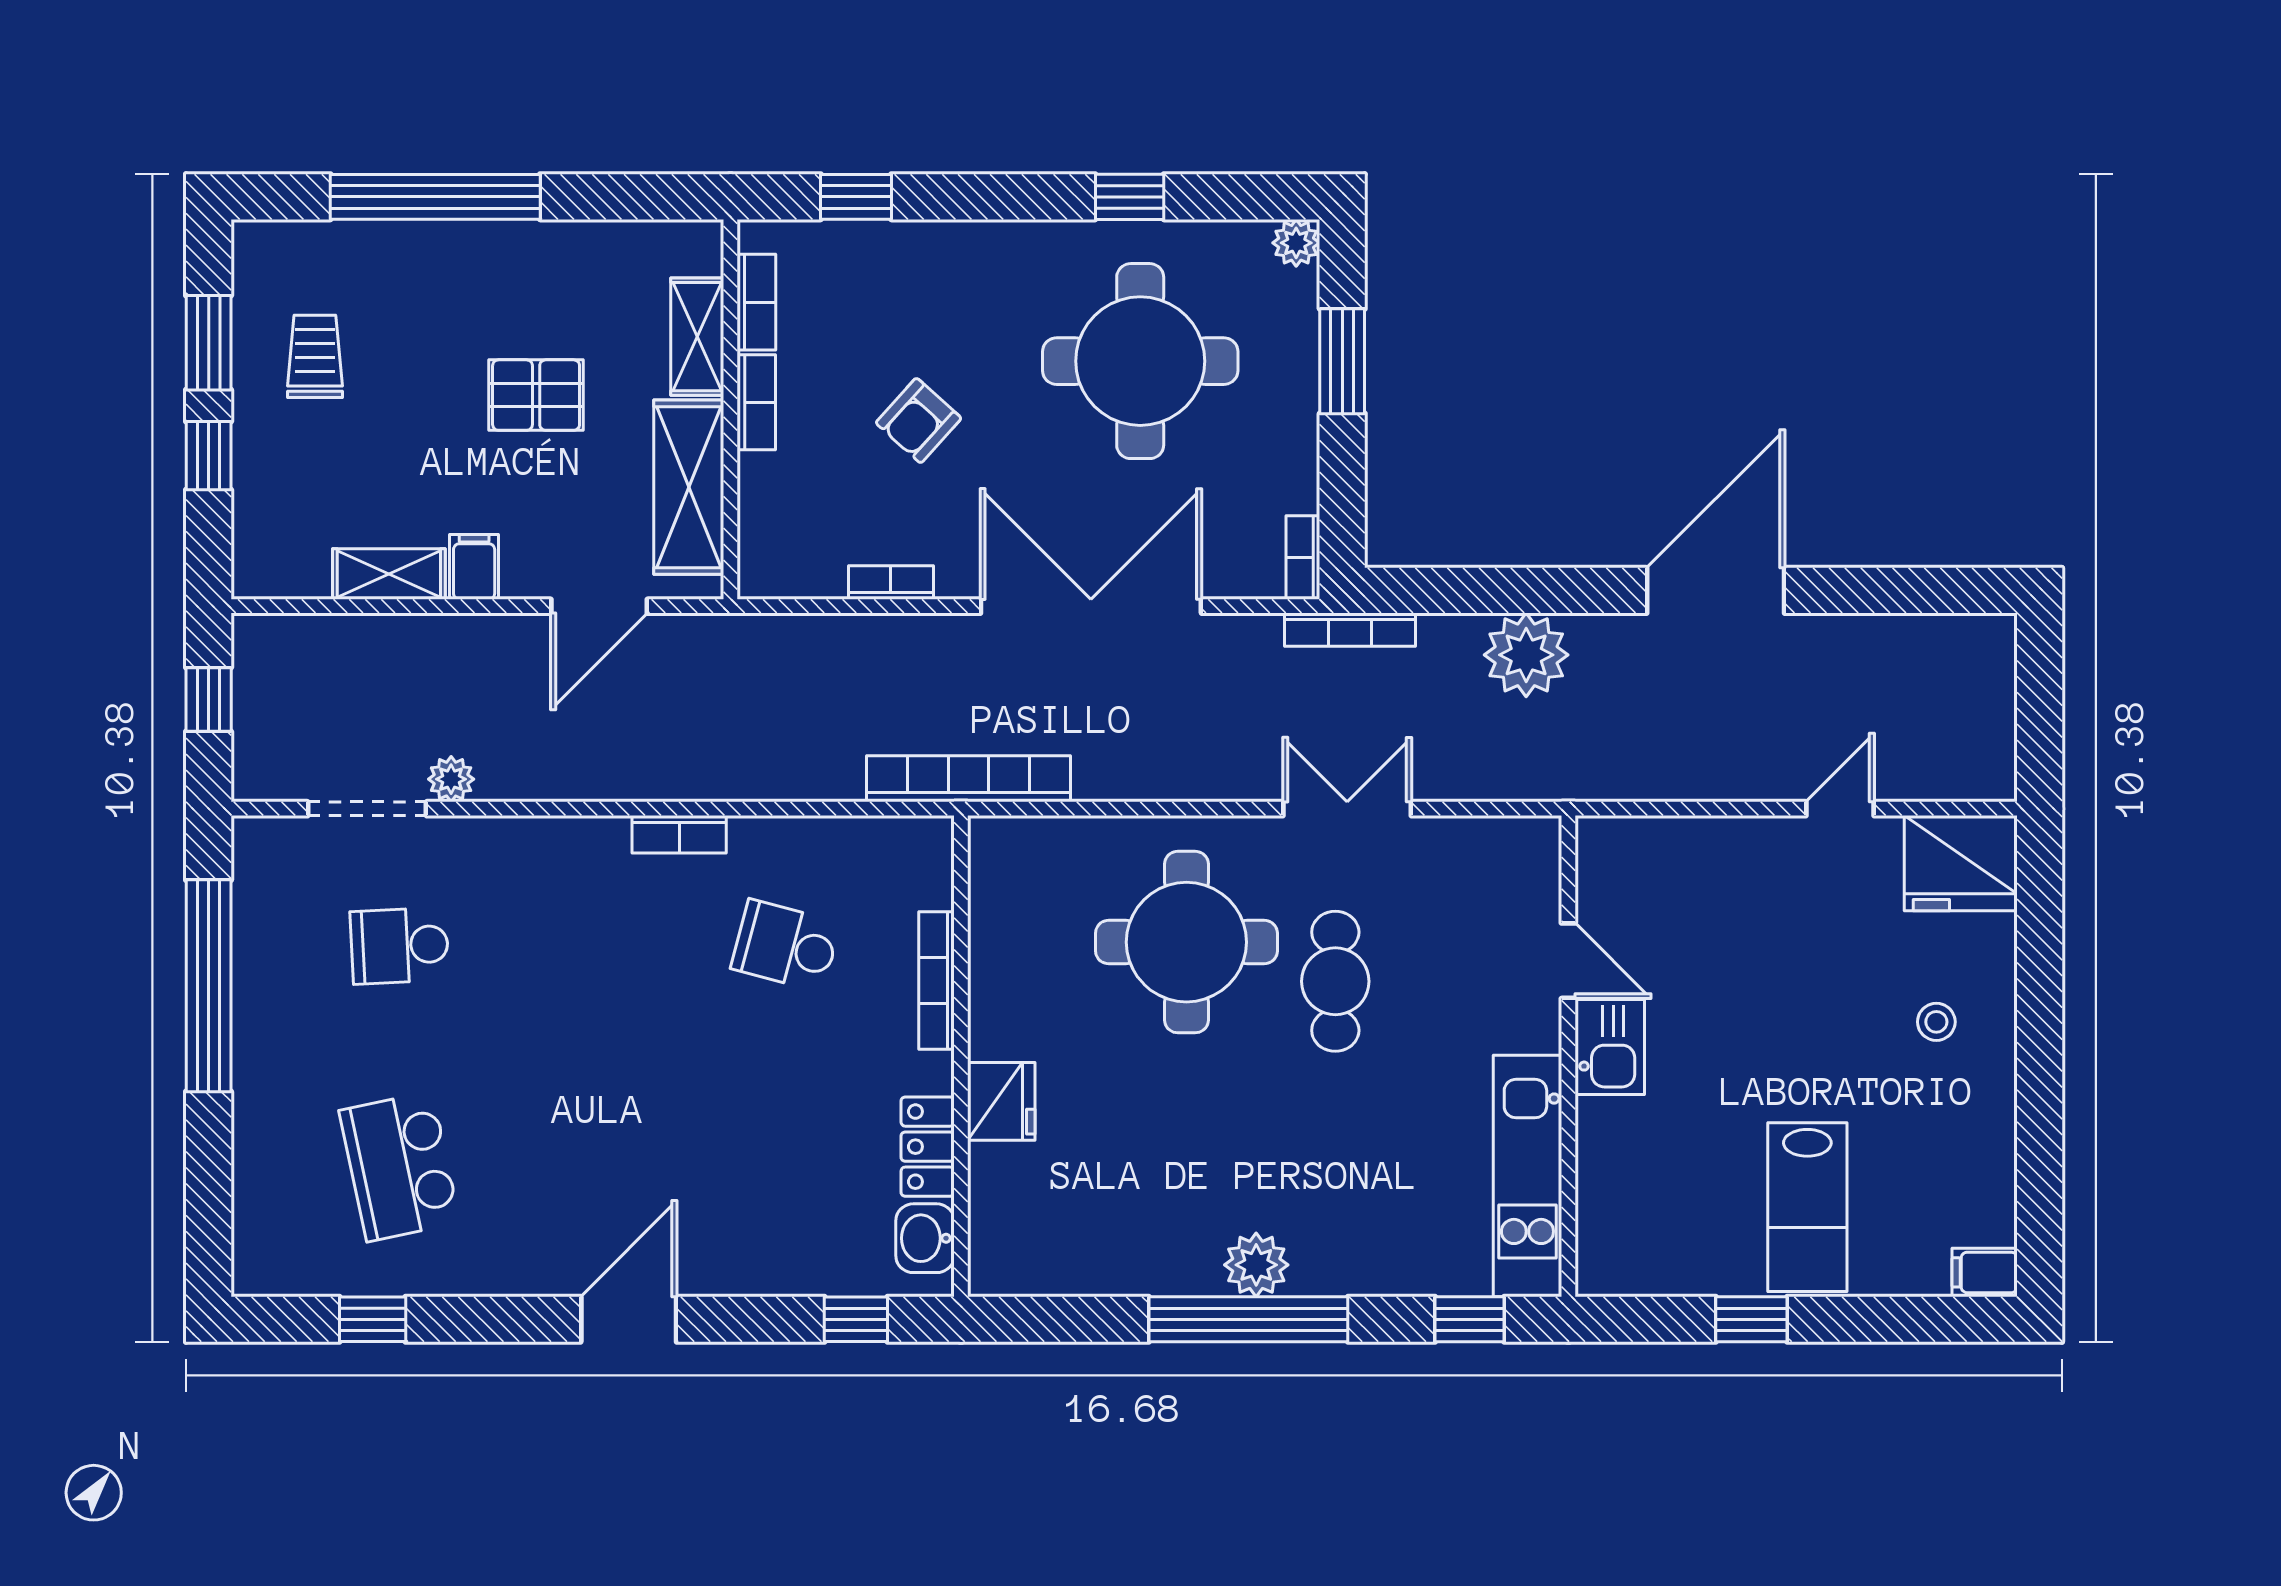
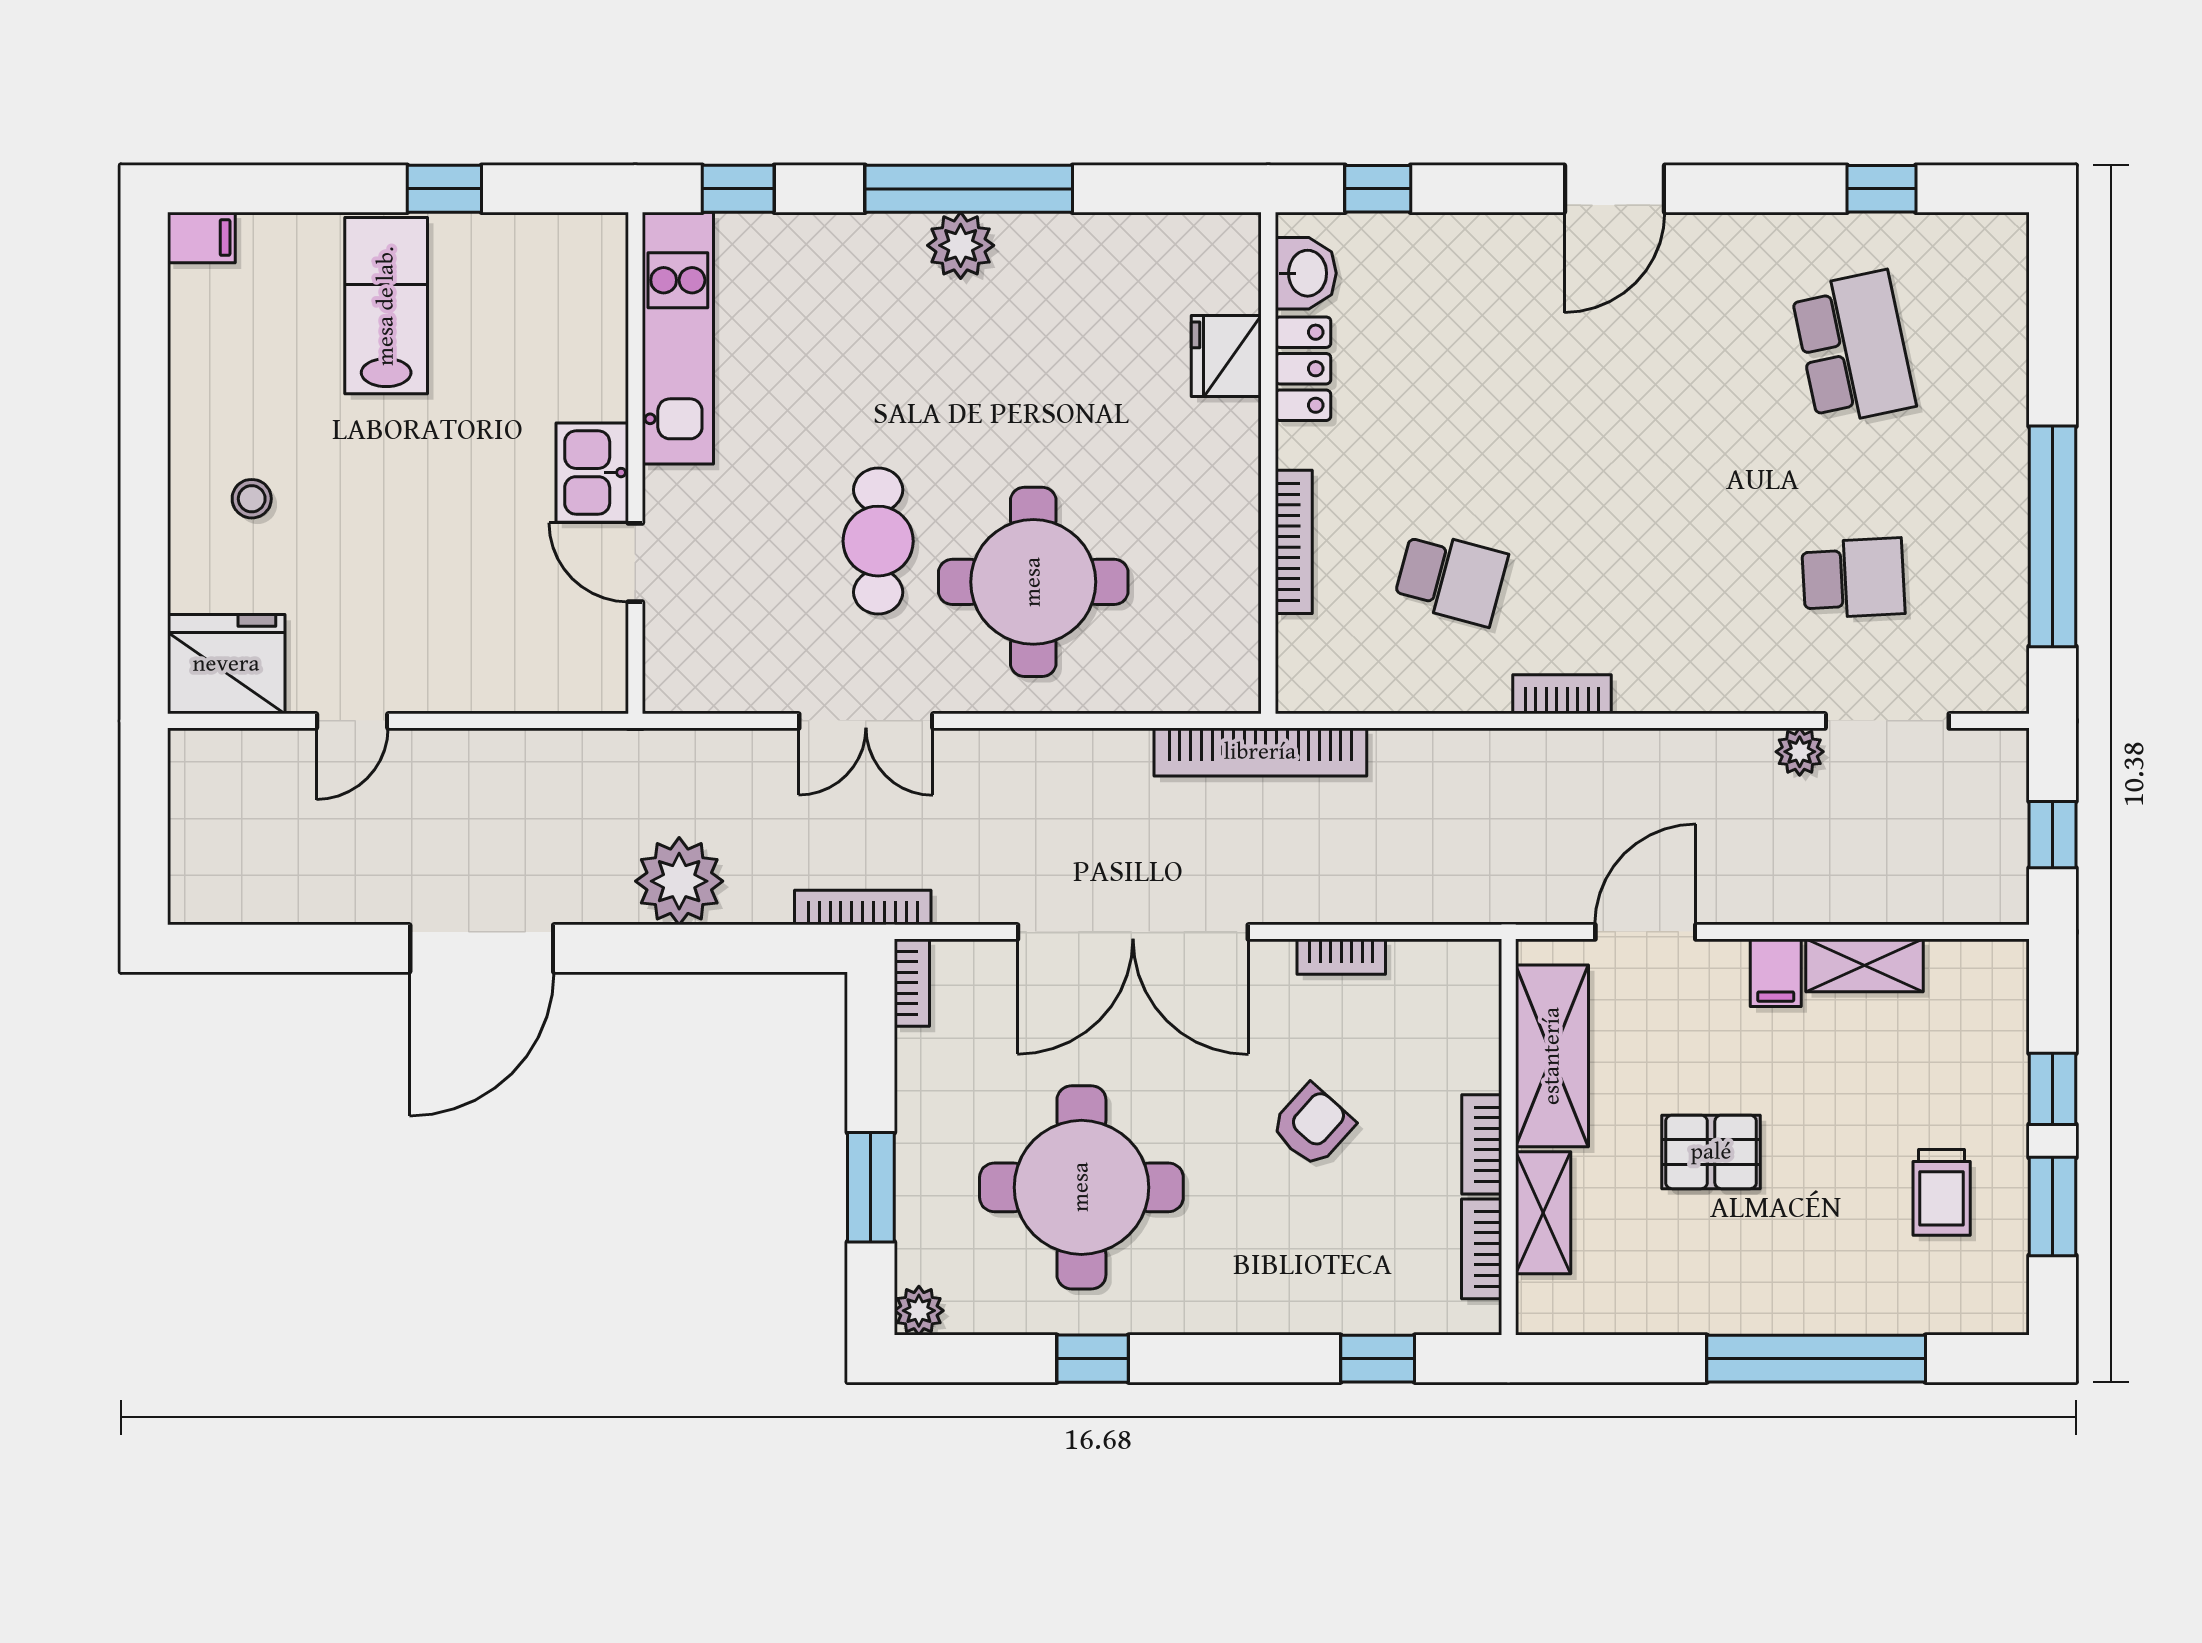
fridge: (1001, 1101) -> (1226, 356), moved

